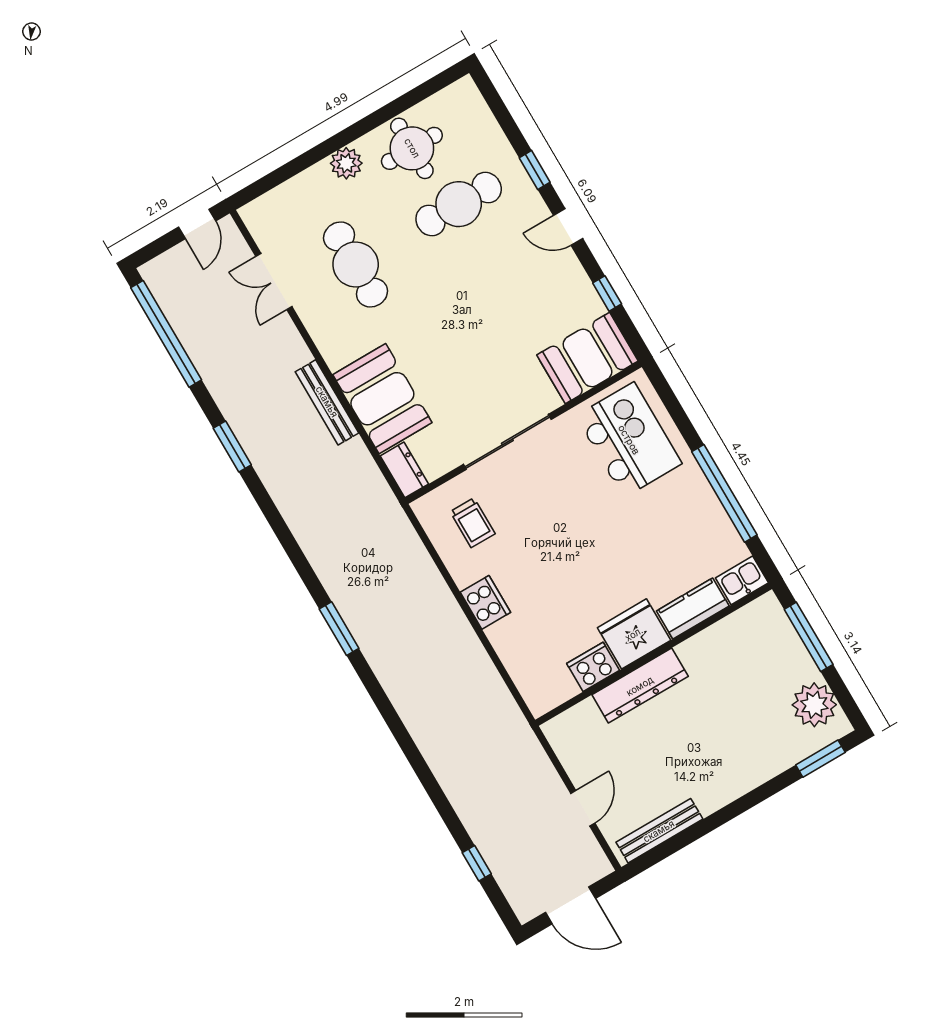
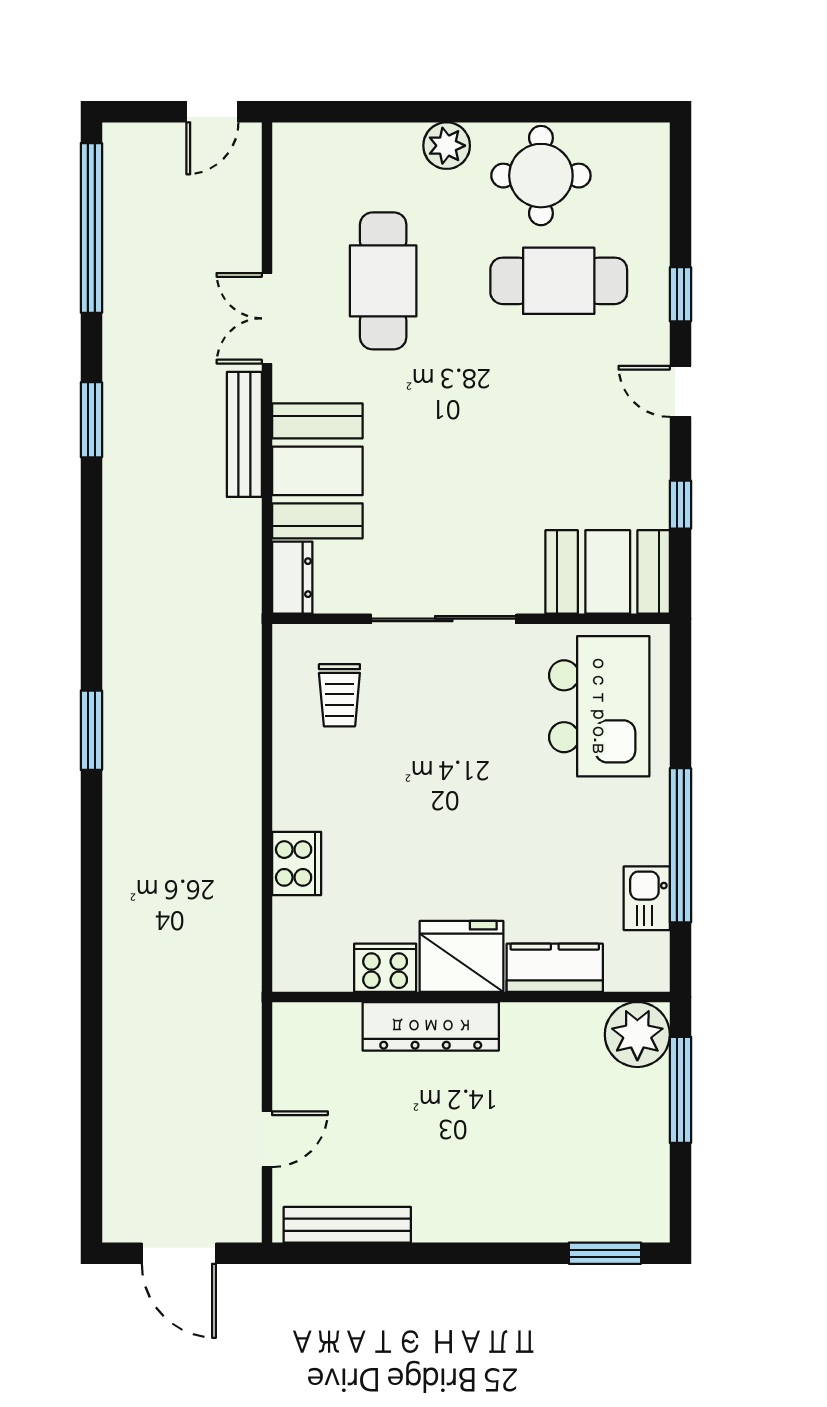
double door: (274, 281) -> (267, 318), moved
kitchen sink: (742, 580) -> (647, 898), moved, turned -90
cooker: (485, 602) -> (297, 863), moved
plant: (814, 705) -> (637, 1035), moved
window: (477, 863) -> (91, 1130), removed

